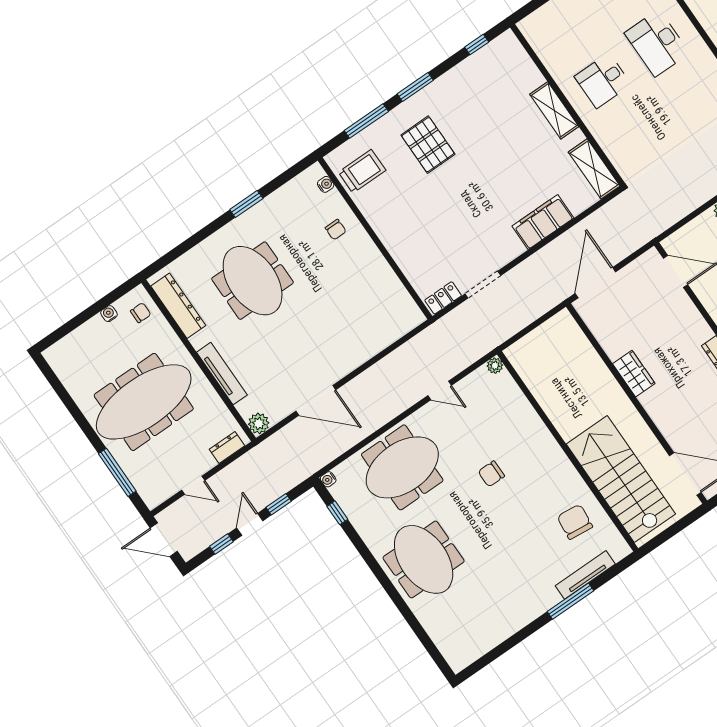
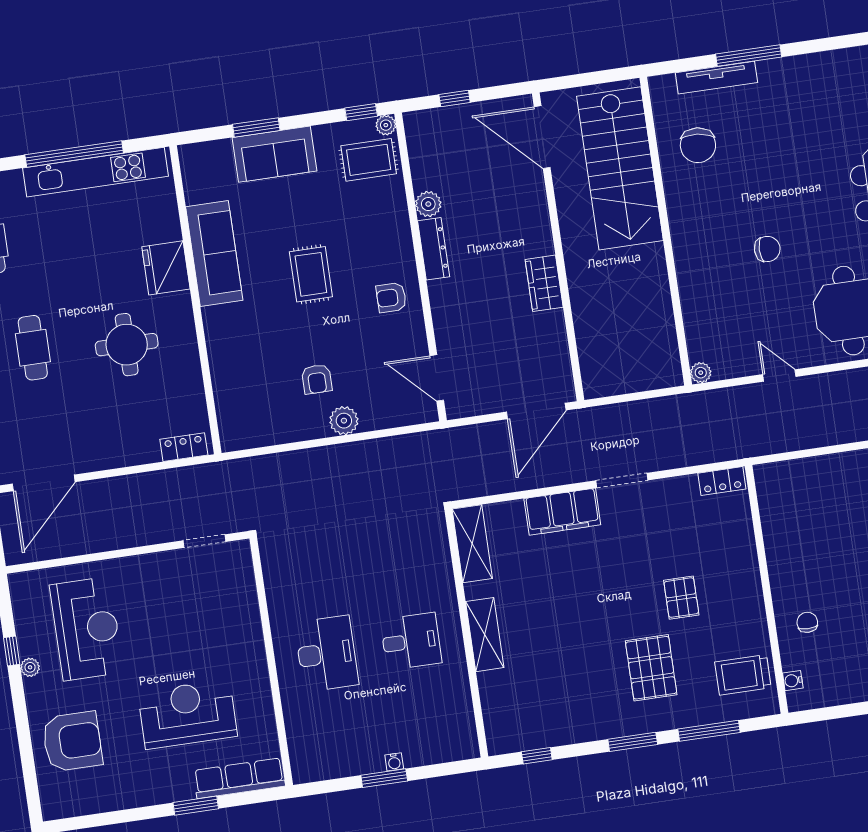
pallet: (431, 203) -> (681, 598), added
doorway: (483, 285) -> (622, 480), moved

